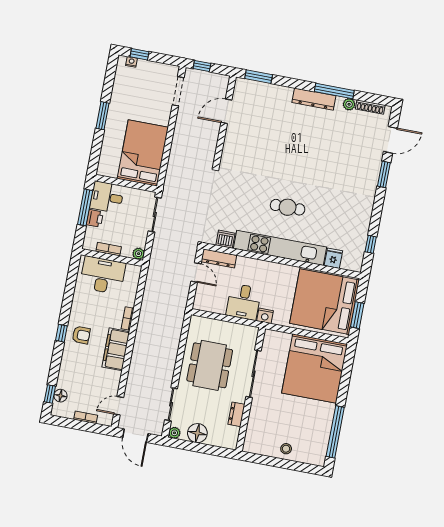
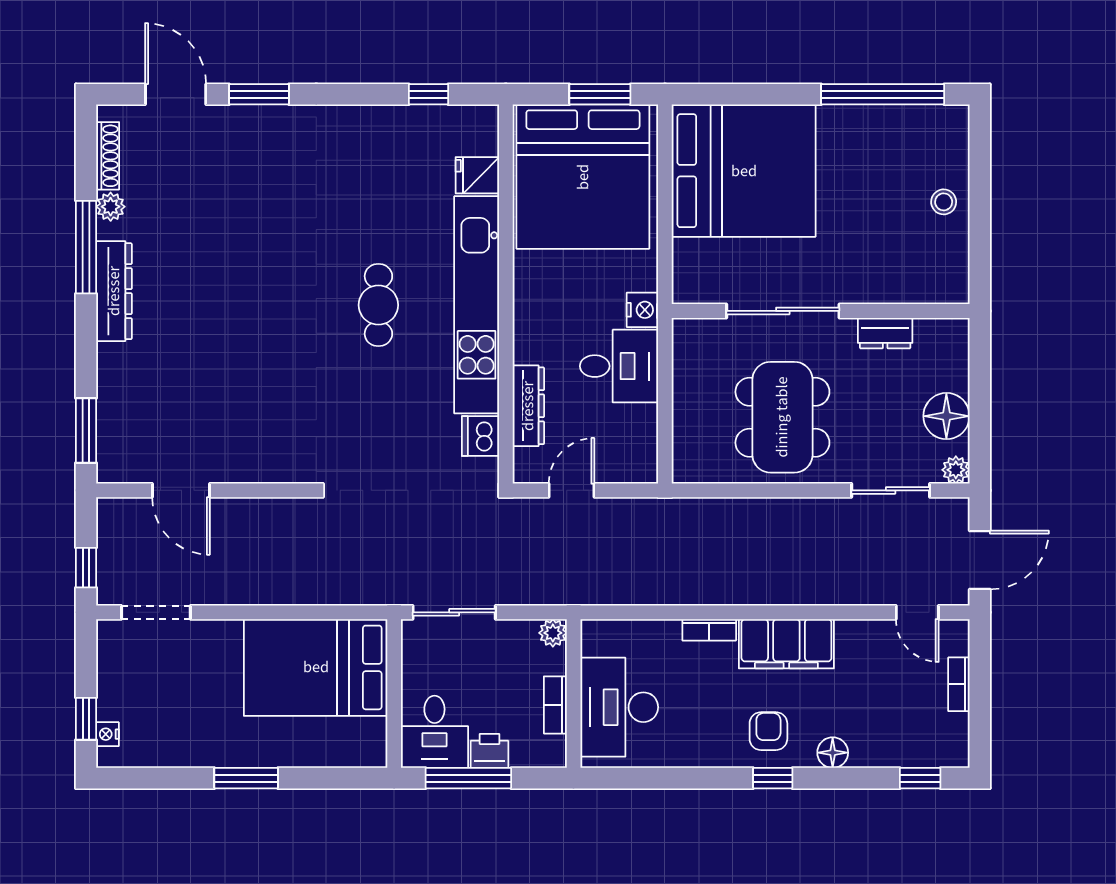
dresser: (219, 258) -> (528, 406), moved
dining table: (210, 365) -> (782, 417), turned 90
floor lamp: (60, 396) -> (833, 753), moved

